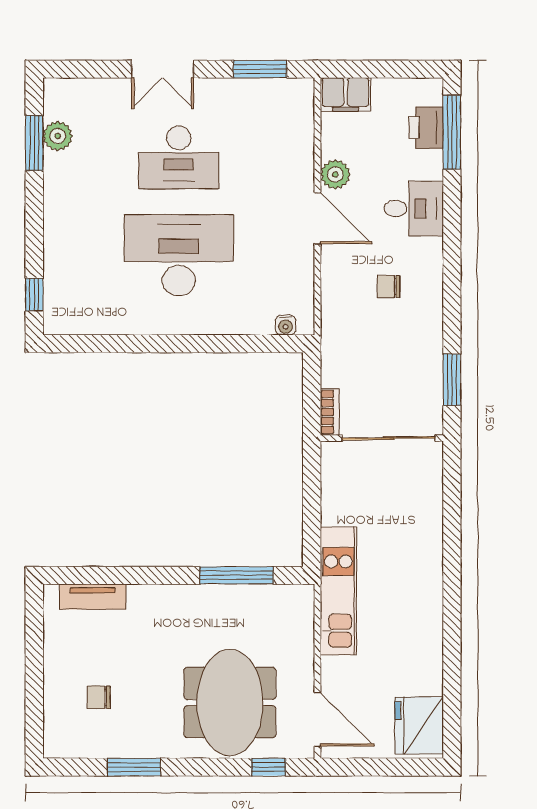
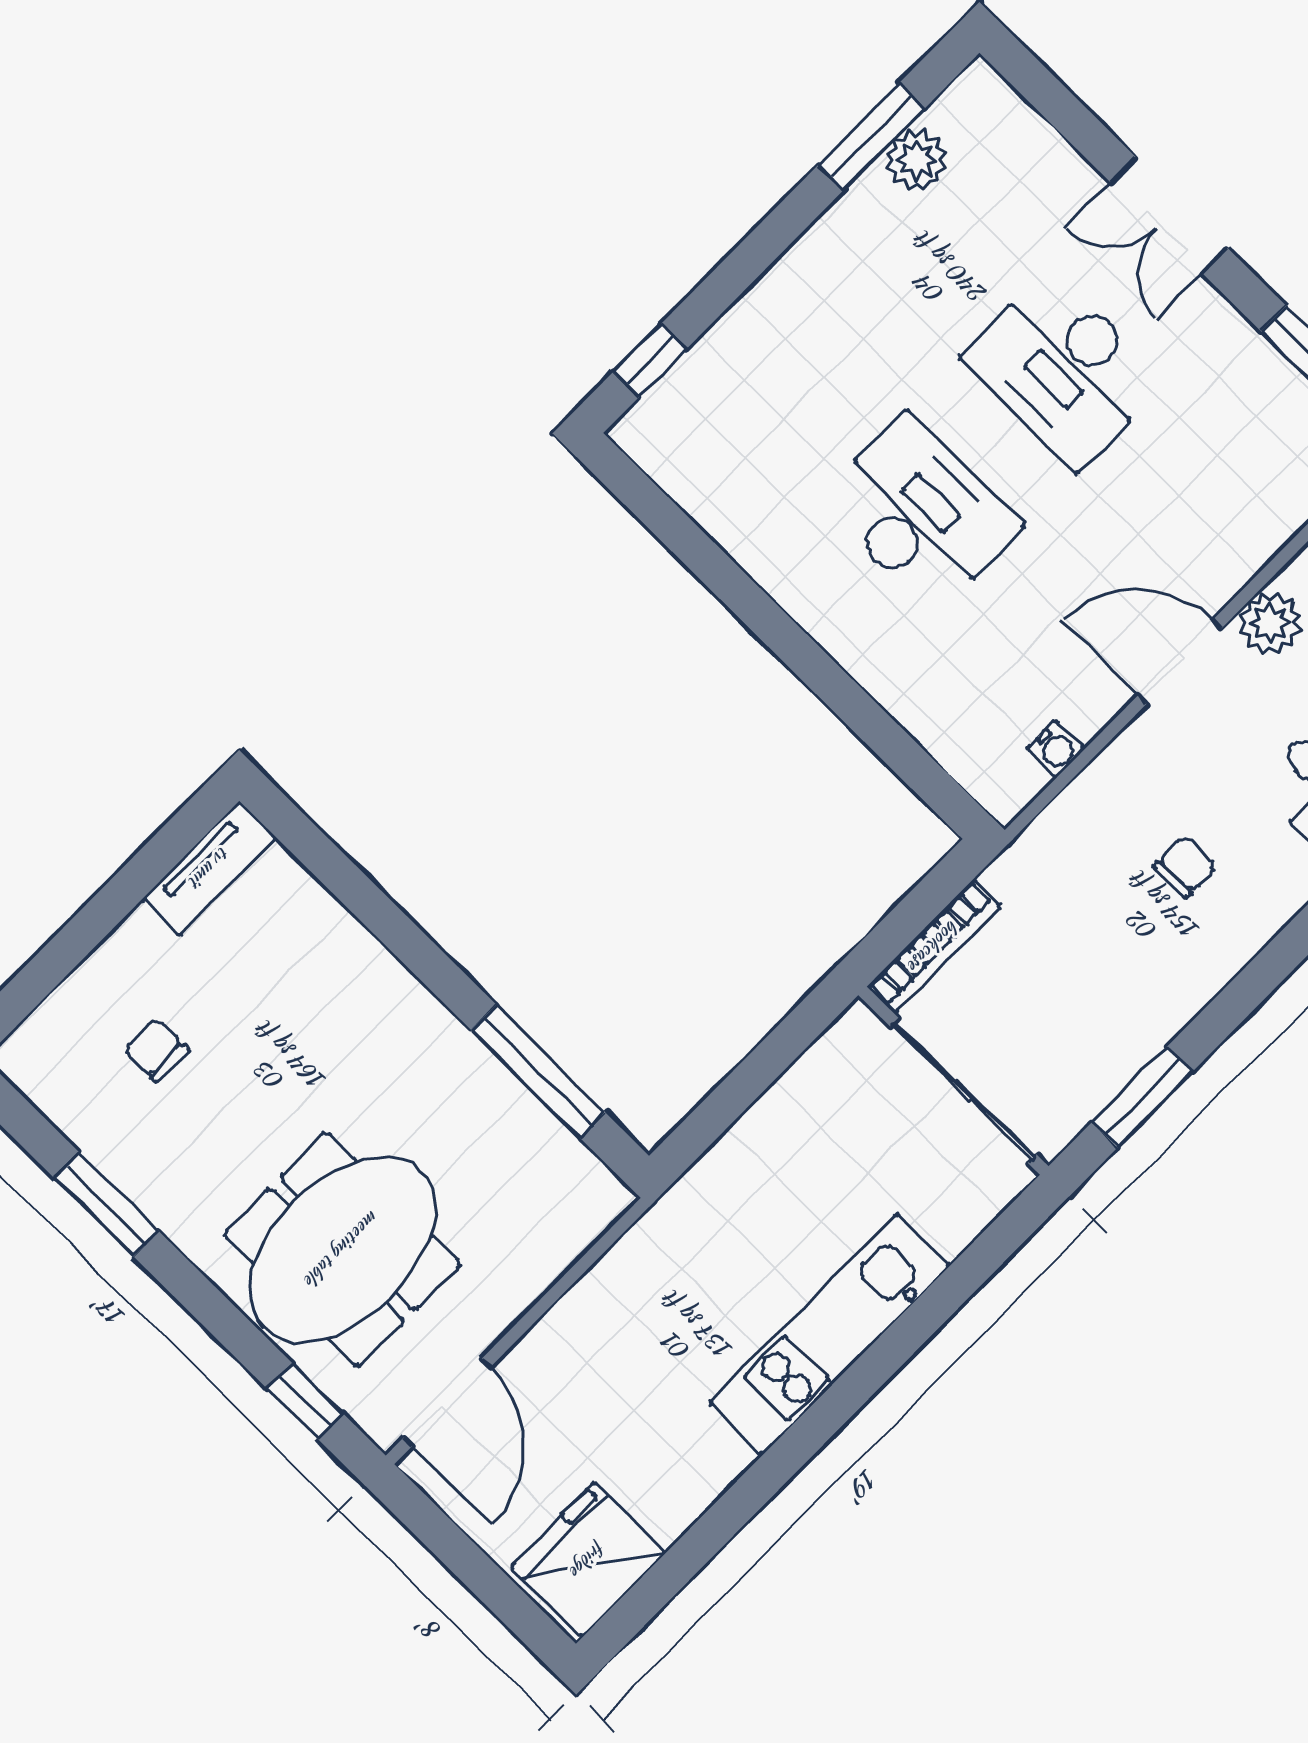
door: (317, 218) -> (1180, 662), swing flipped
desk: (179, 255) -> (921, 514), width x0.73, depth x0.77
chair: (389, 287) -> (1185, 867), turned 90
water cooler: (286, 325) -> (1056, 749), moved, turned -90
bookcase: (330, 412) -> (934, 946), width x1.56
kitchen unit: (338, 591) -> (829, 1334), moved, turned 180
tv unit: (93, 597) -> (210, 868), moved, turned -90

